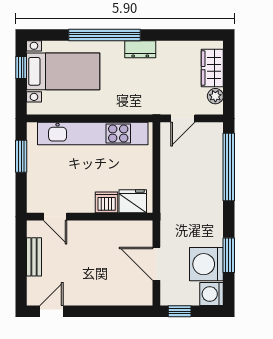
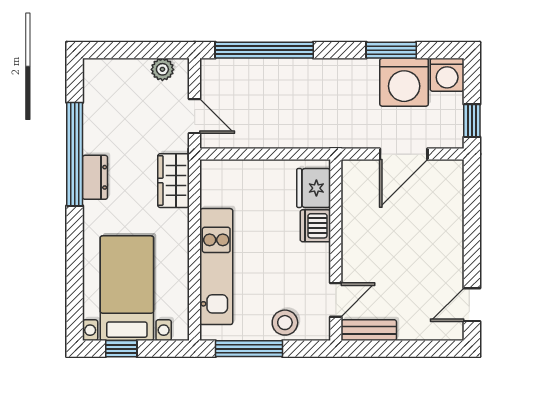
window: (104, 35) -> (75, 154), moved
wardrobe: (212, 68) -> (174, 181), moved, turned 90
kitchen unit: (93, 134) -> (216, 267), width x0.73
window: (21, 156) -> (249, 349), width x1.44
stool: (39, 181) -> (285, 323), added
bench: (34, 257) -> (369, 330), moved
door: (52, 311) -> (472, 305), hinge flipped

